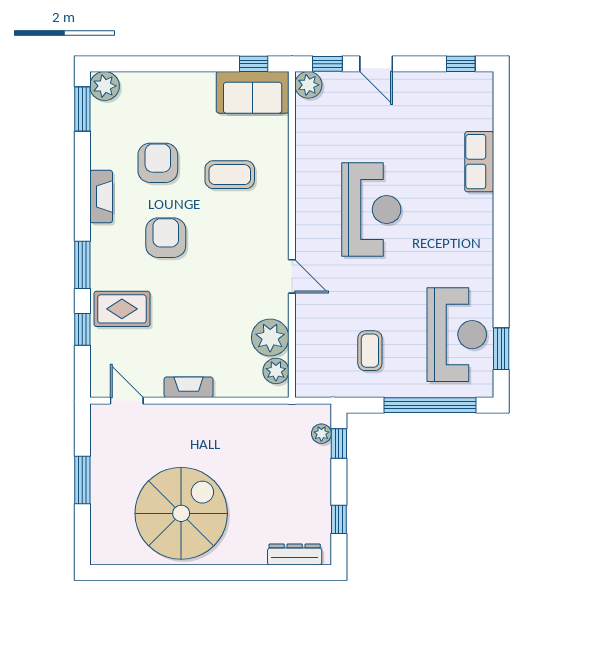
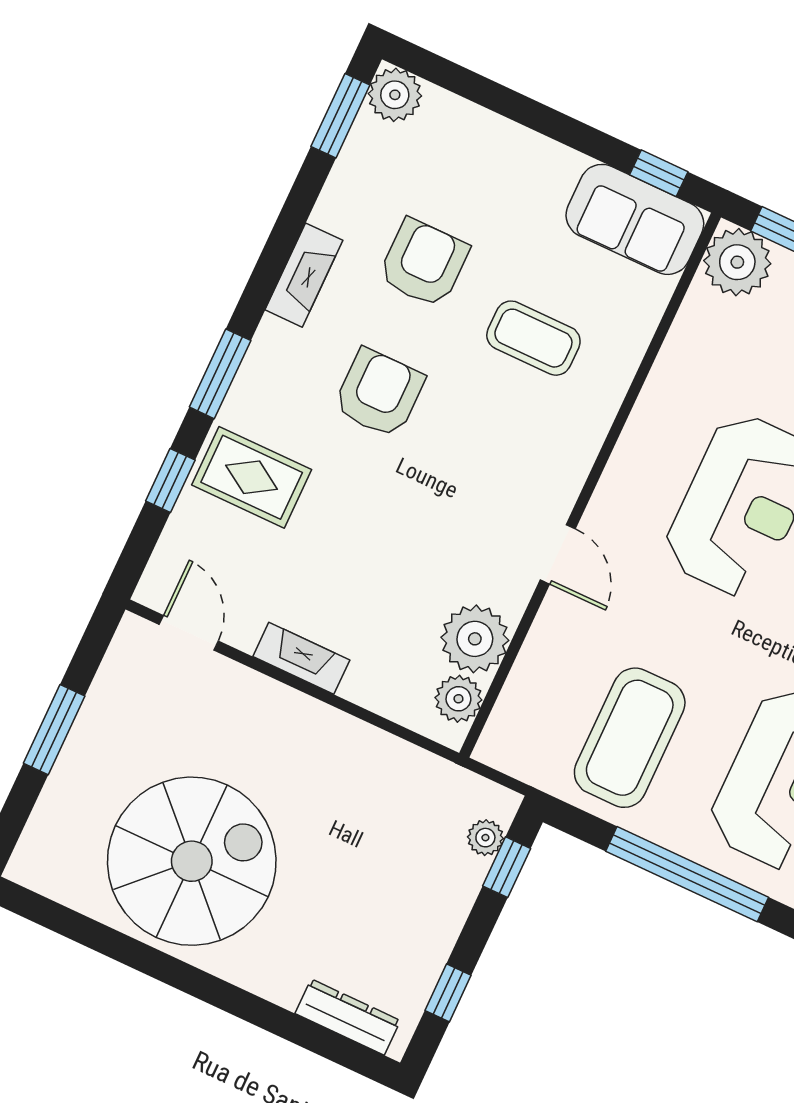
plant: (308, 85) -> (737, 262), width x1.36, depth x1.36
coffee table: (370, 351) -> (630, 738), width x1.86, depth x1.72

